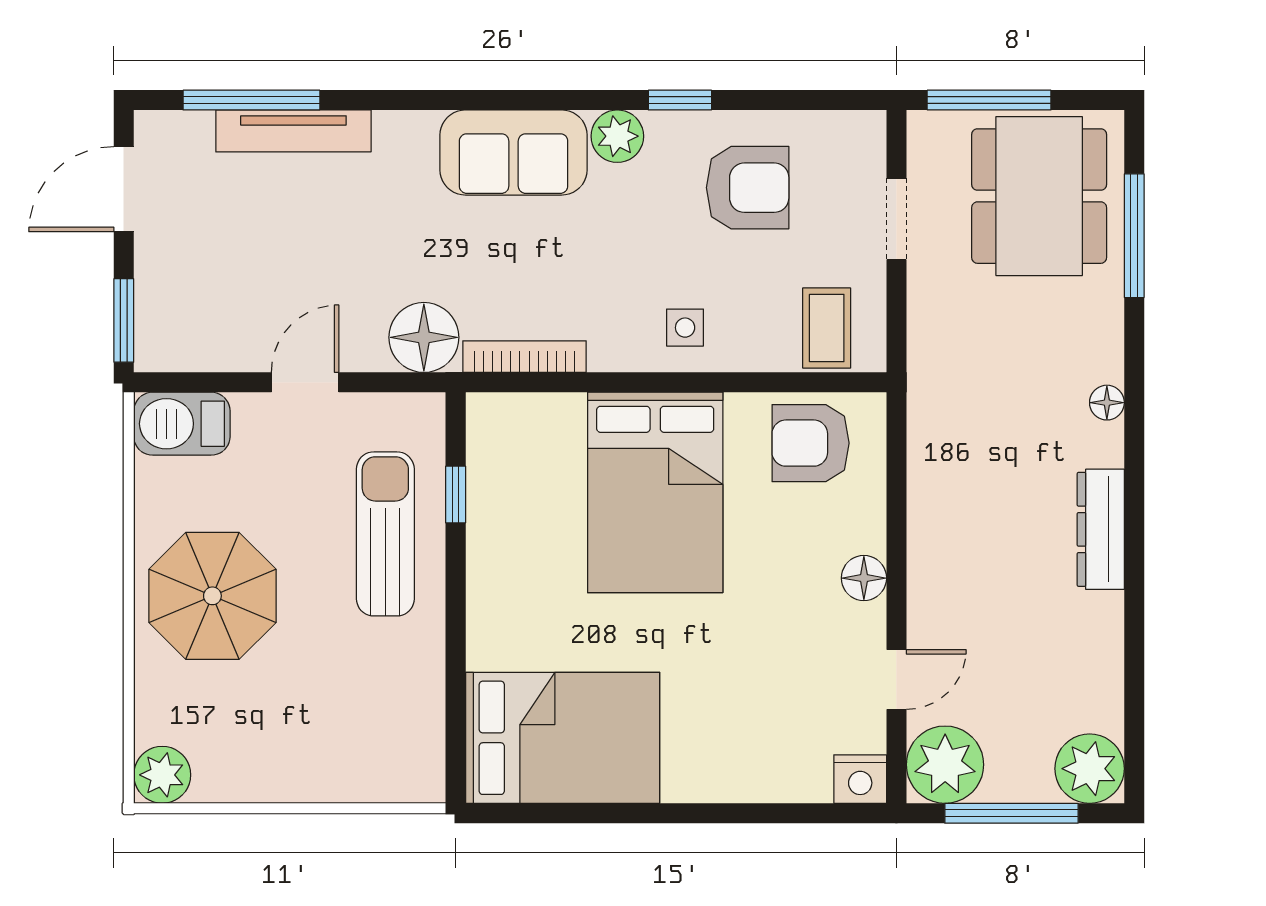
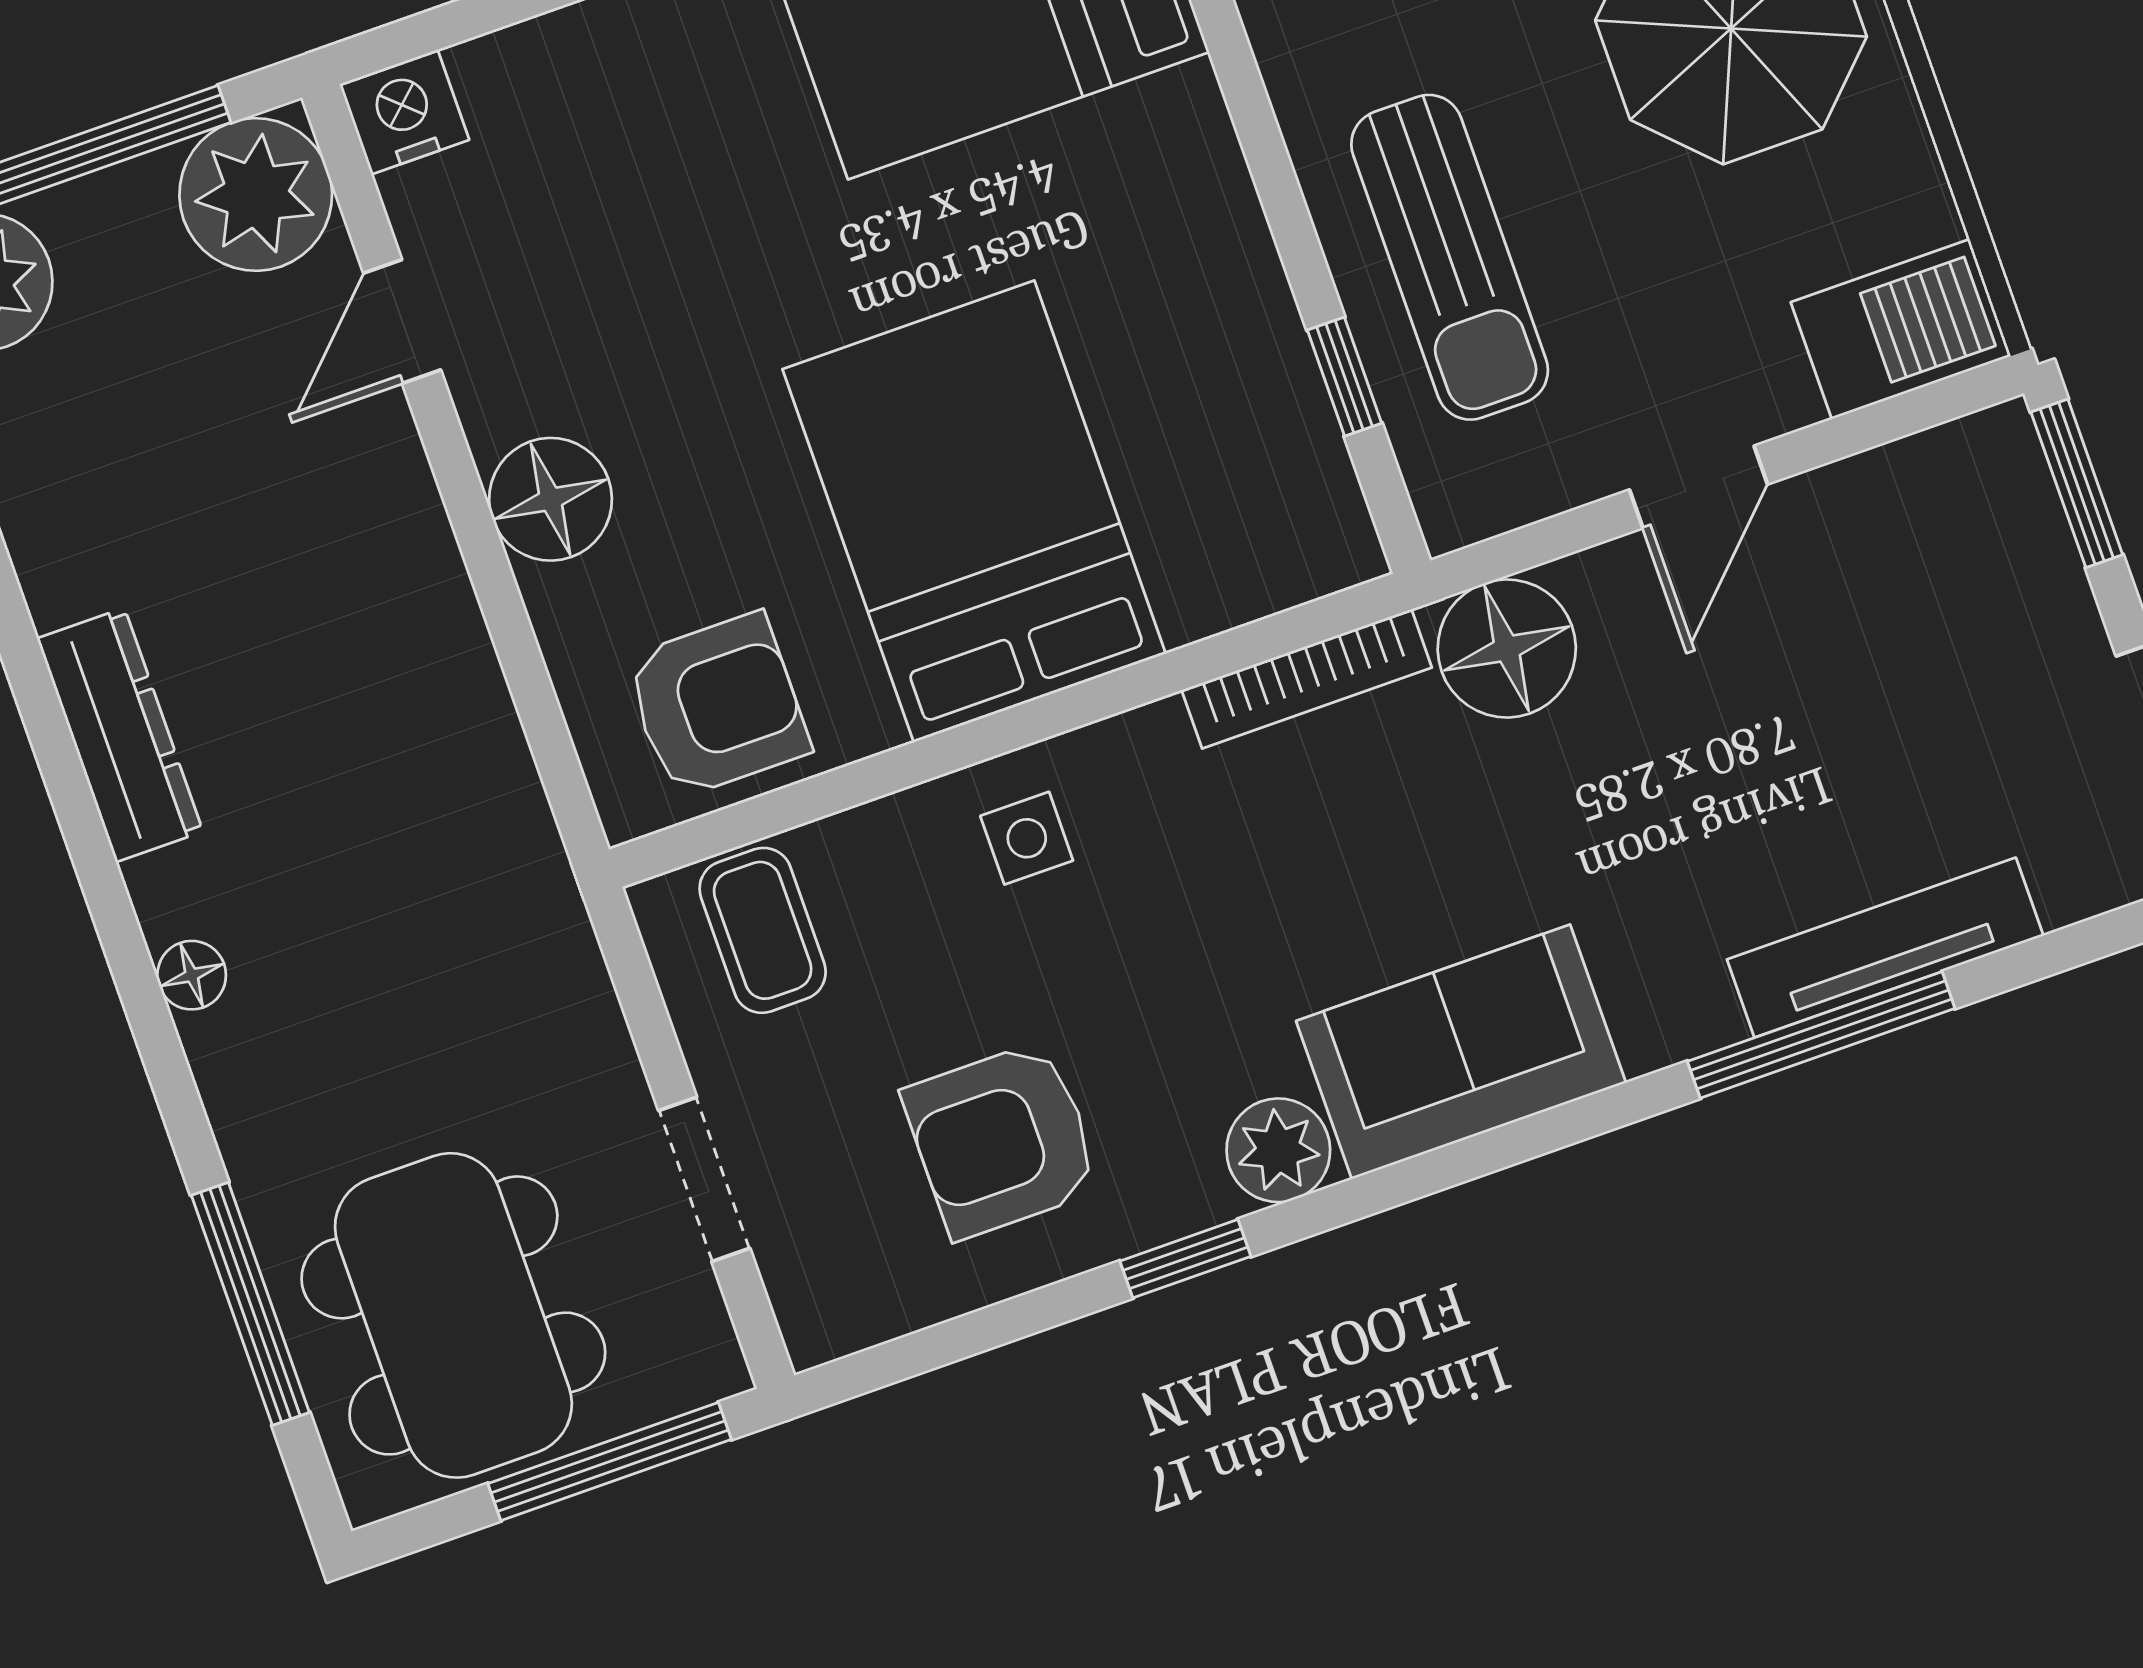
window: (251, 100) -> (1821, 1035), moved
floor lamp: (864, 578) -> (551, 499), width x1.38, depth x1.38

